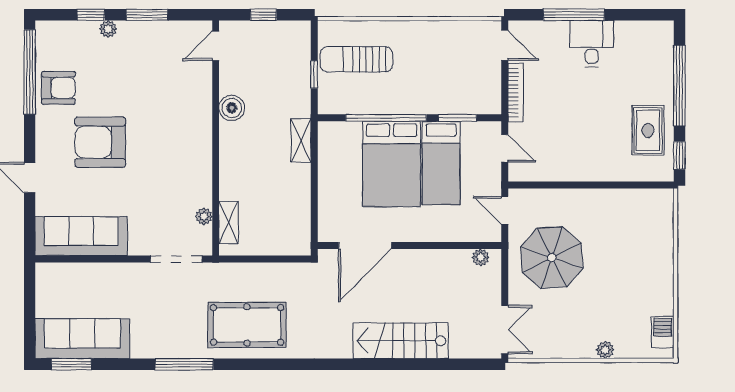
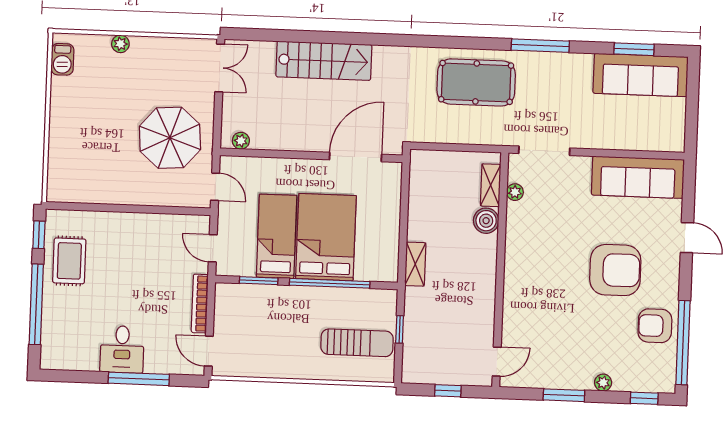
window: (91, 15) -> (644, 398), moved
boiler: (232, 108) -> (486, 221), moved
double door: (505, 330) -> (220, 68), swing flipped
window: (71, 364) -> (634, 49), moved

